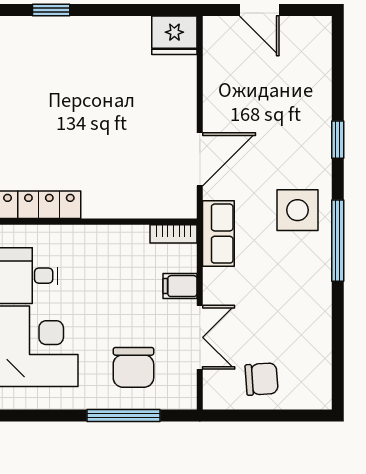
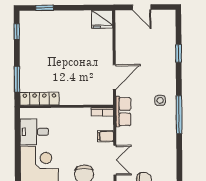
window: (338, 140) -> (179, 53), moved
side table: (297, 210) -> (160, 100), width x0.54, depth x0.54

